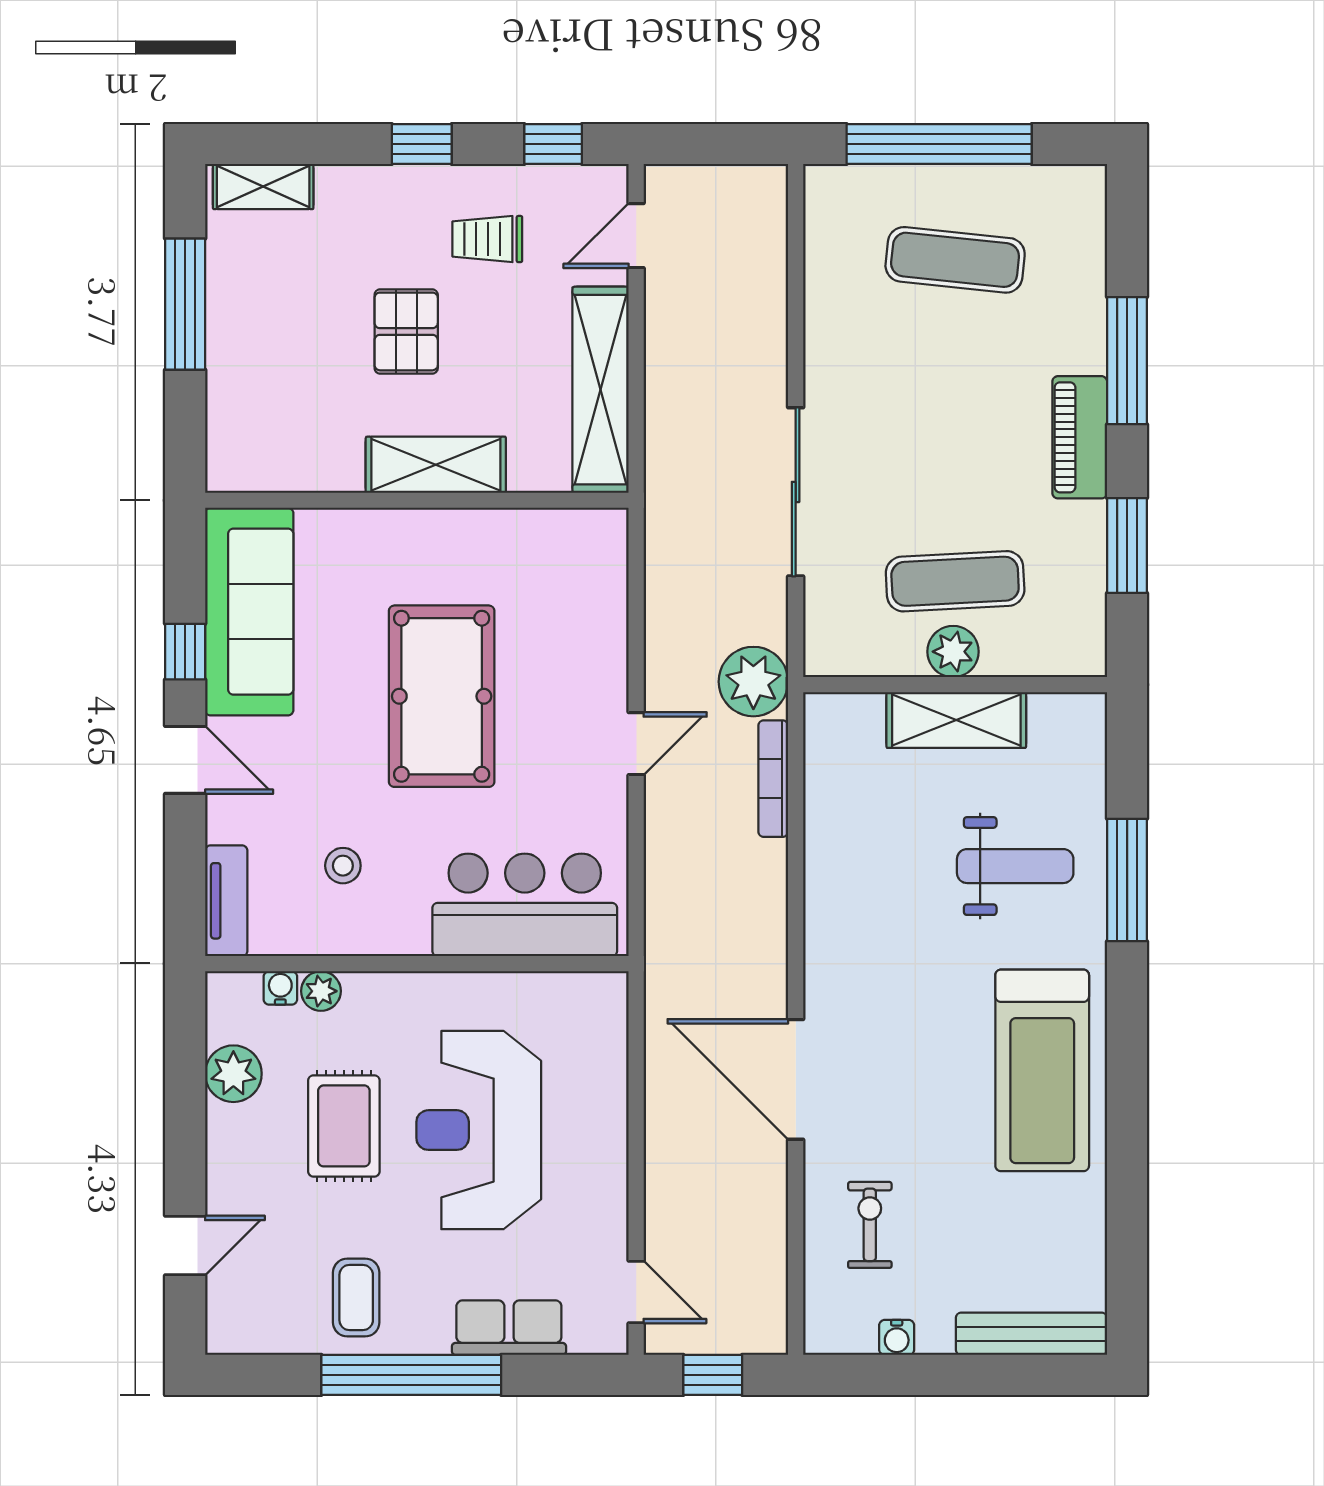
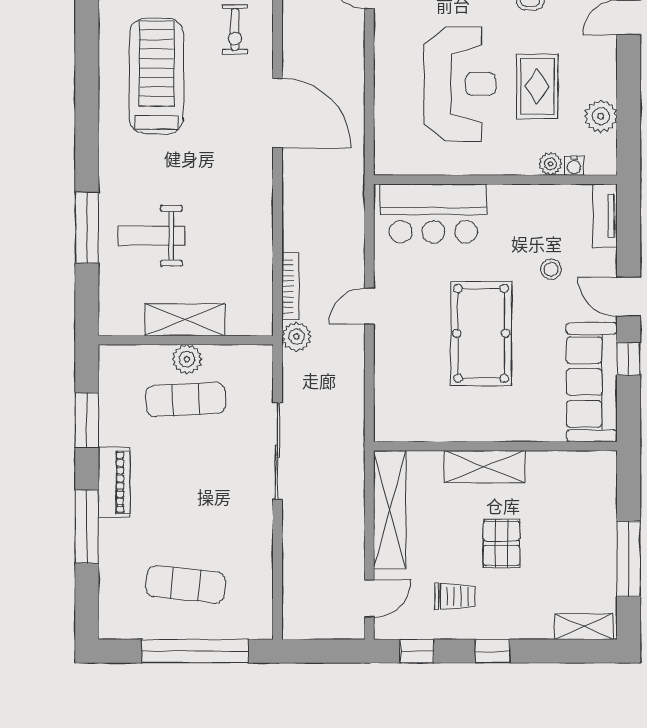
plant: (753, 682) -> (296, 337), width x0.73, depth x0.73
stool: (343, 866) -> (551, 269), moved
treadmill: (1042, 1070) -> (156, 76), moved

